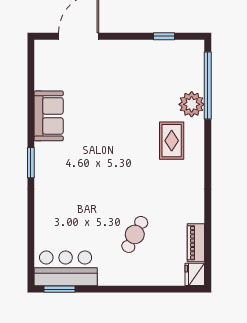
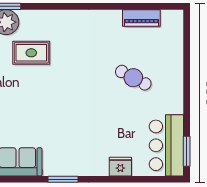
rug: (172, 141) -> (31, 53), moved
fridge: (195, 274) -> (120, 167), moved, turned 180

